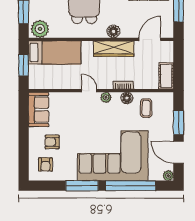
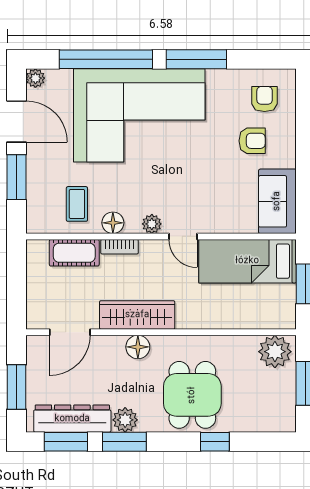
bed: (55, 53) -> (247, 261), moved
cot: (166, 76) -> (74, 253), moved, turned 90

